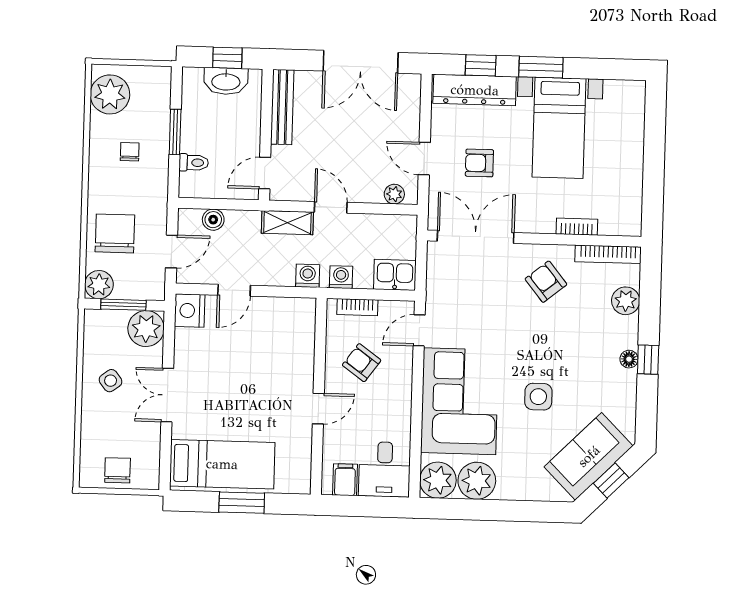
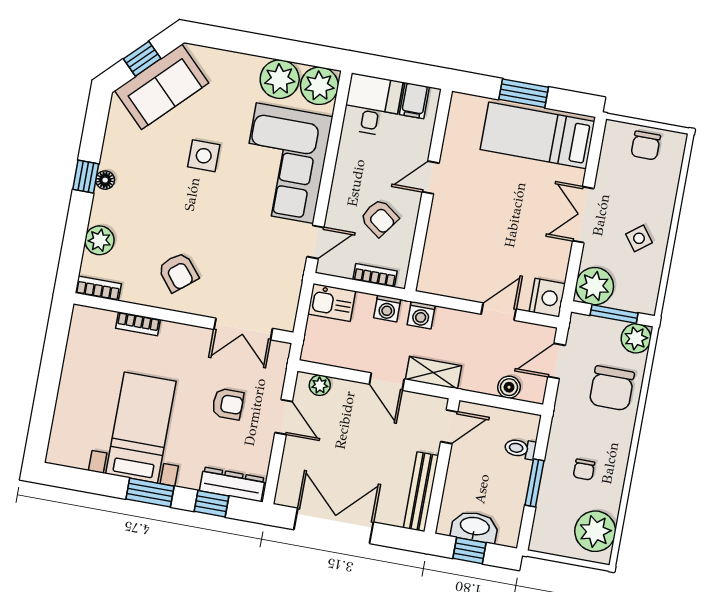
dresser: (475, 90) -> (232, 484), width x0.73, depth x0.80
double door: (476, 237) -> (243, 329), width x0.73
bookcase: (608, 254) -> (98, 288), width x0.64
double door: (167, 395) -> (583, 215), swing flipped

